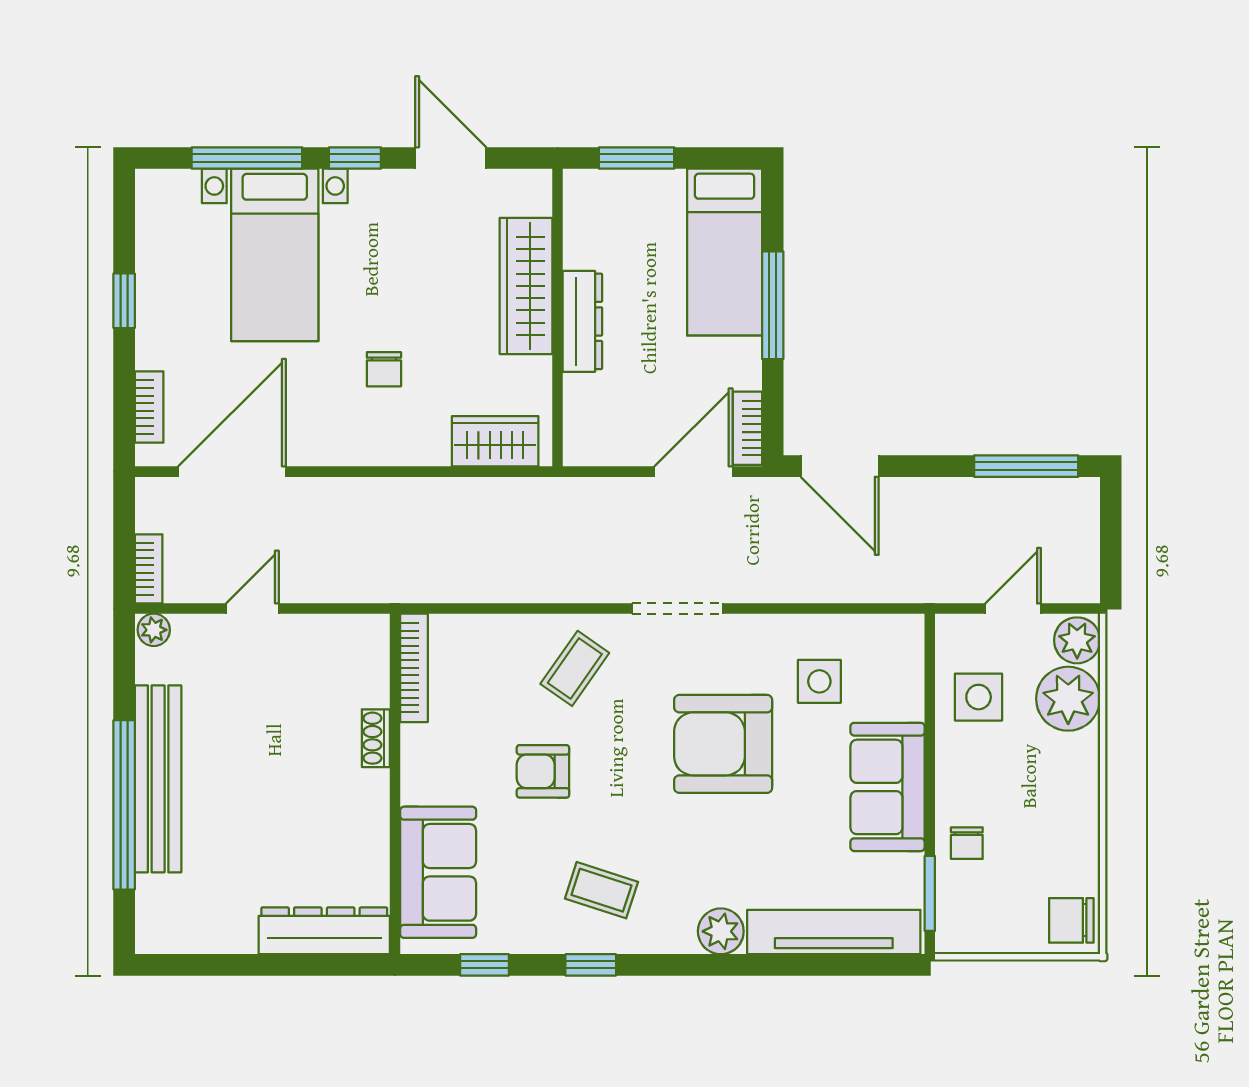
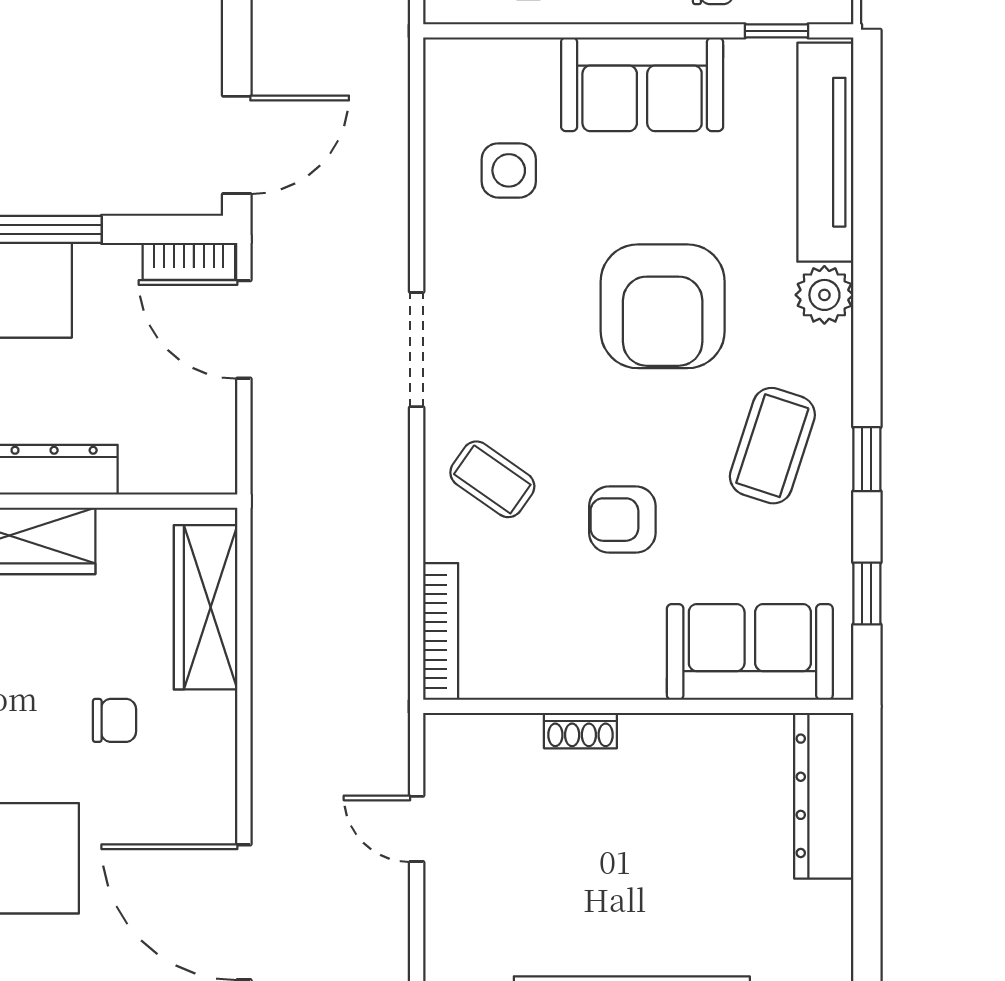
wardrobe: (495, 441) -> (206, 607), width x1.50
door: (252, 609) -> (417, 829), moved
bookcase: (414, 668) -> (441, 631), moved, turned 90
armchair: (723, 744) -> (663, 306), moved
armchair: (543, 771) -> (622, 520), turned 90
coffee table: (601, 890) -> (772, 446), width x1.36, depth x1.30
window: (930, 893) -> (777, 31), width x0.67

